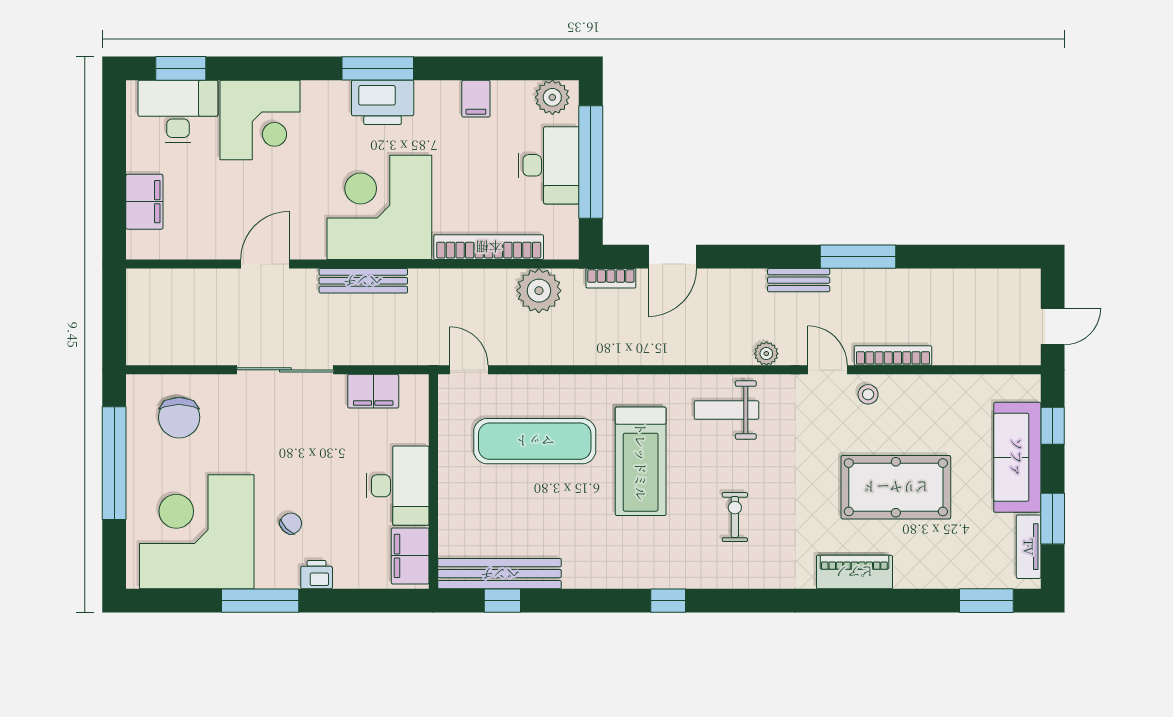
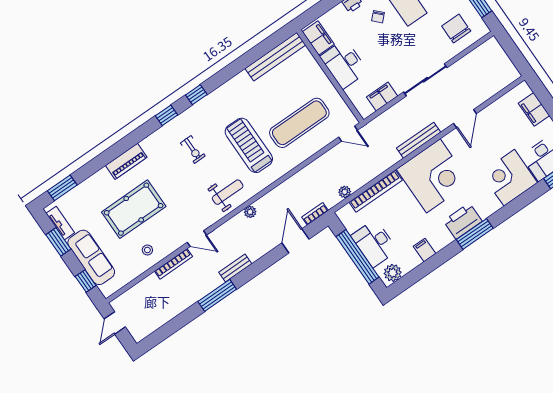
plant: (539, 291) -> (345, 192), width x0.53, depth x0.53
plant: (766, 354) -> (250, 212), moved
stool: (868, 394) -> (147, 250), moved
window: (502, 601) -> (166, 115), moved

